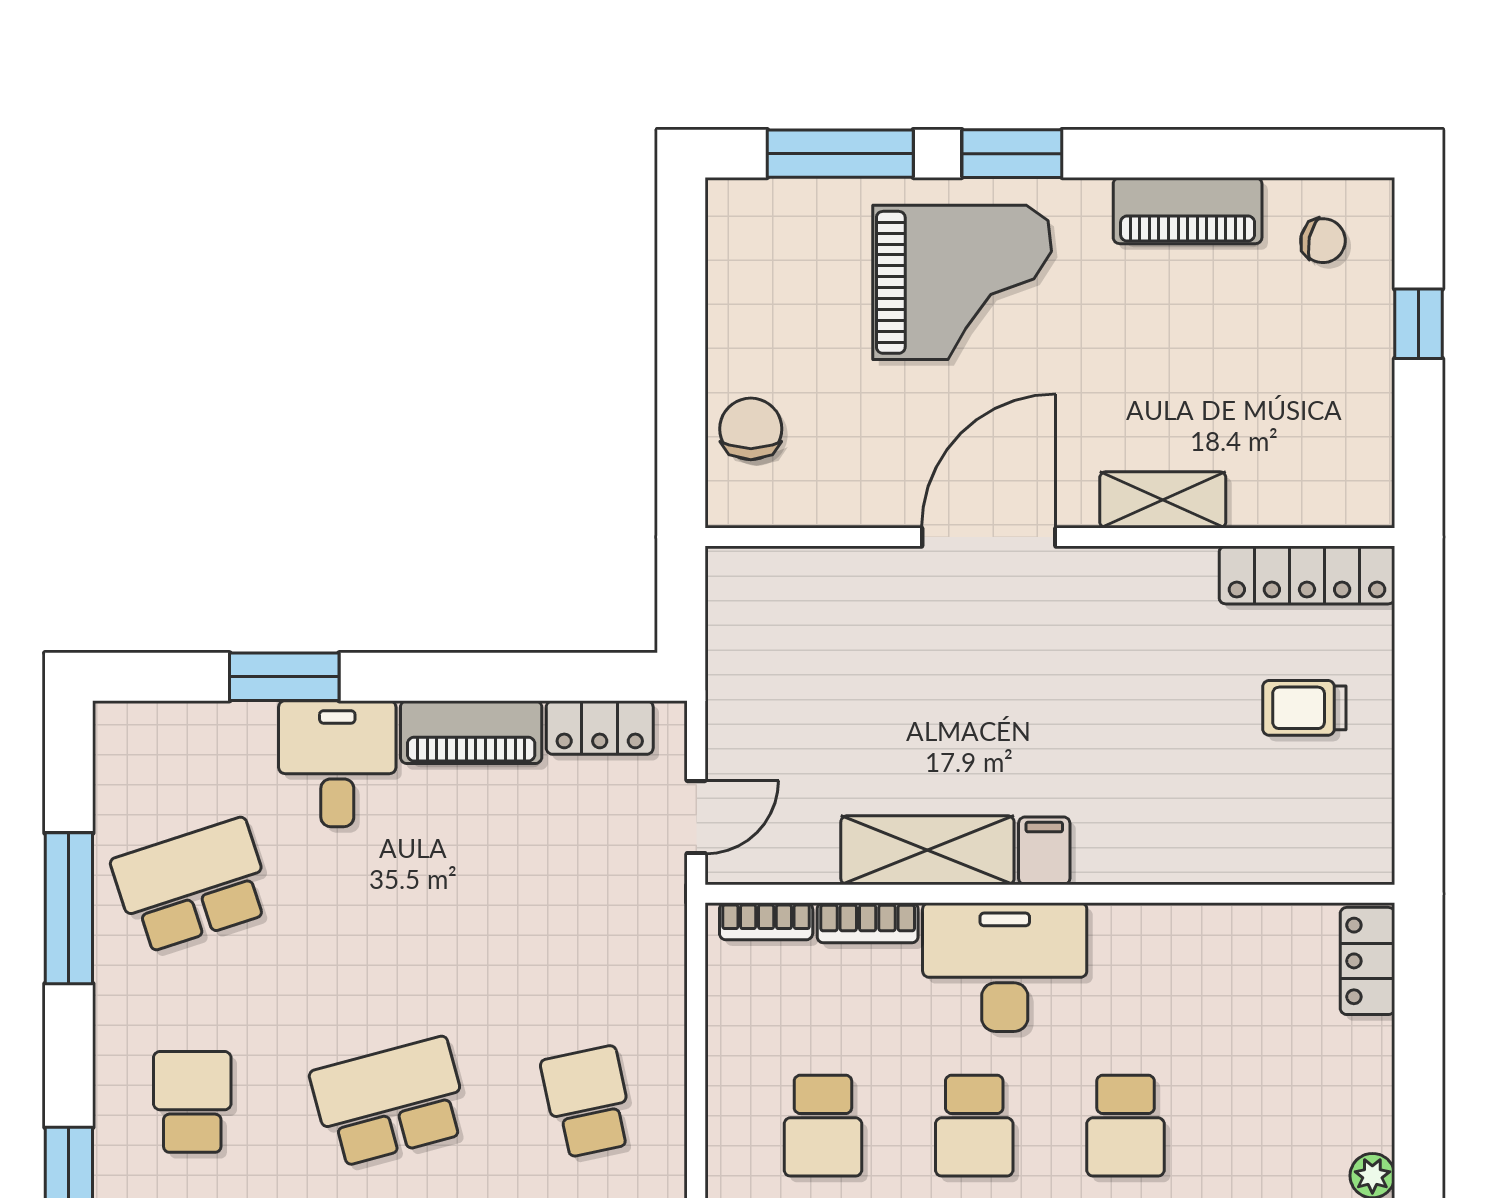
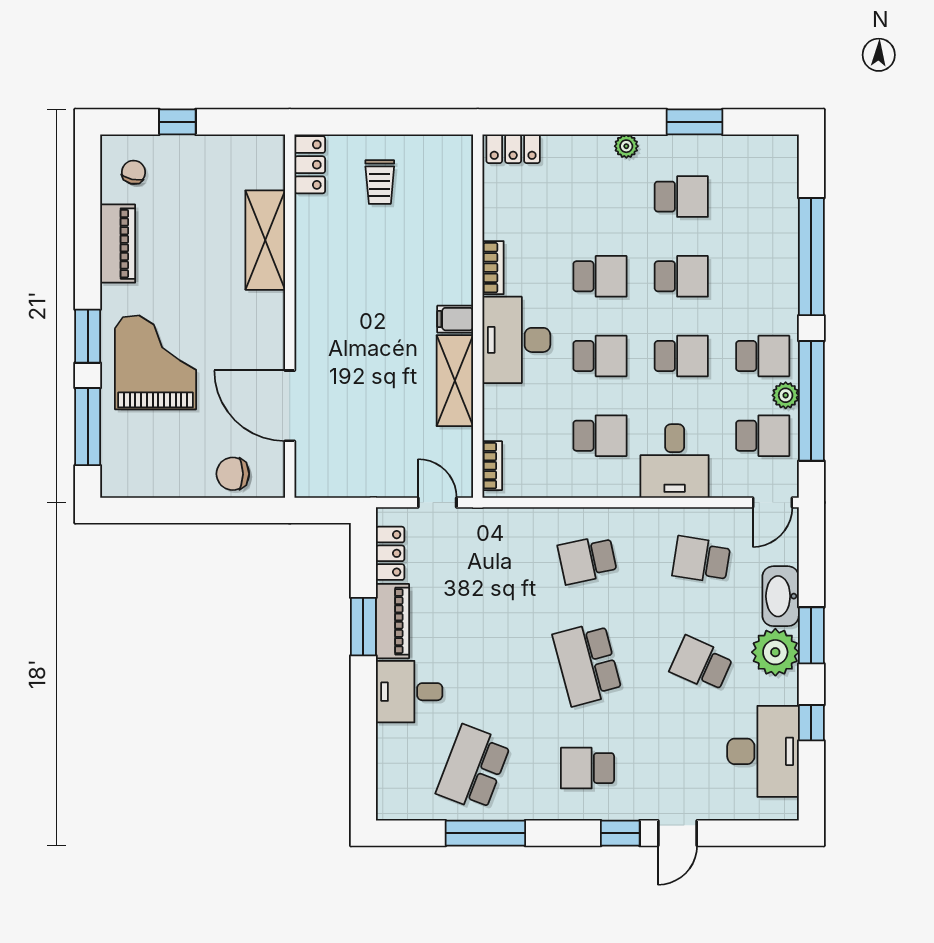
shelving: (1163, 500) -> (265, 240), width x1.50, depth x1.33
door: (989, 537) -> (290, 406), moved
locker: (1307, 575) -> (310, 165), width x0.66
window: (284, 677) -> (363, 627), moved
school desk: (192, 886) -> (473, 768), turned 39
bookcase: (868, 923) -> (493, 268), moved

